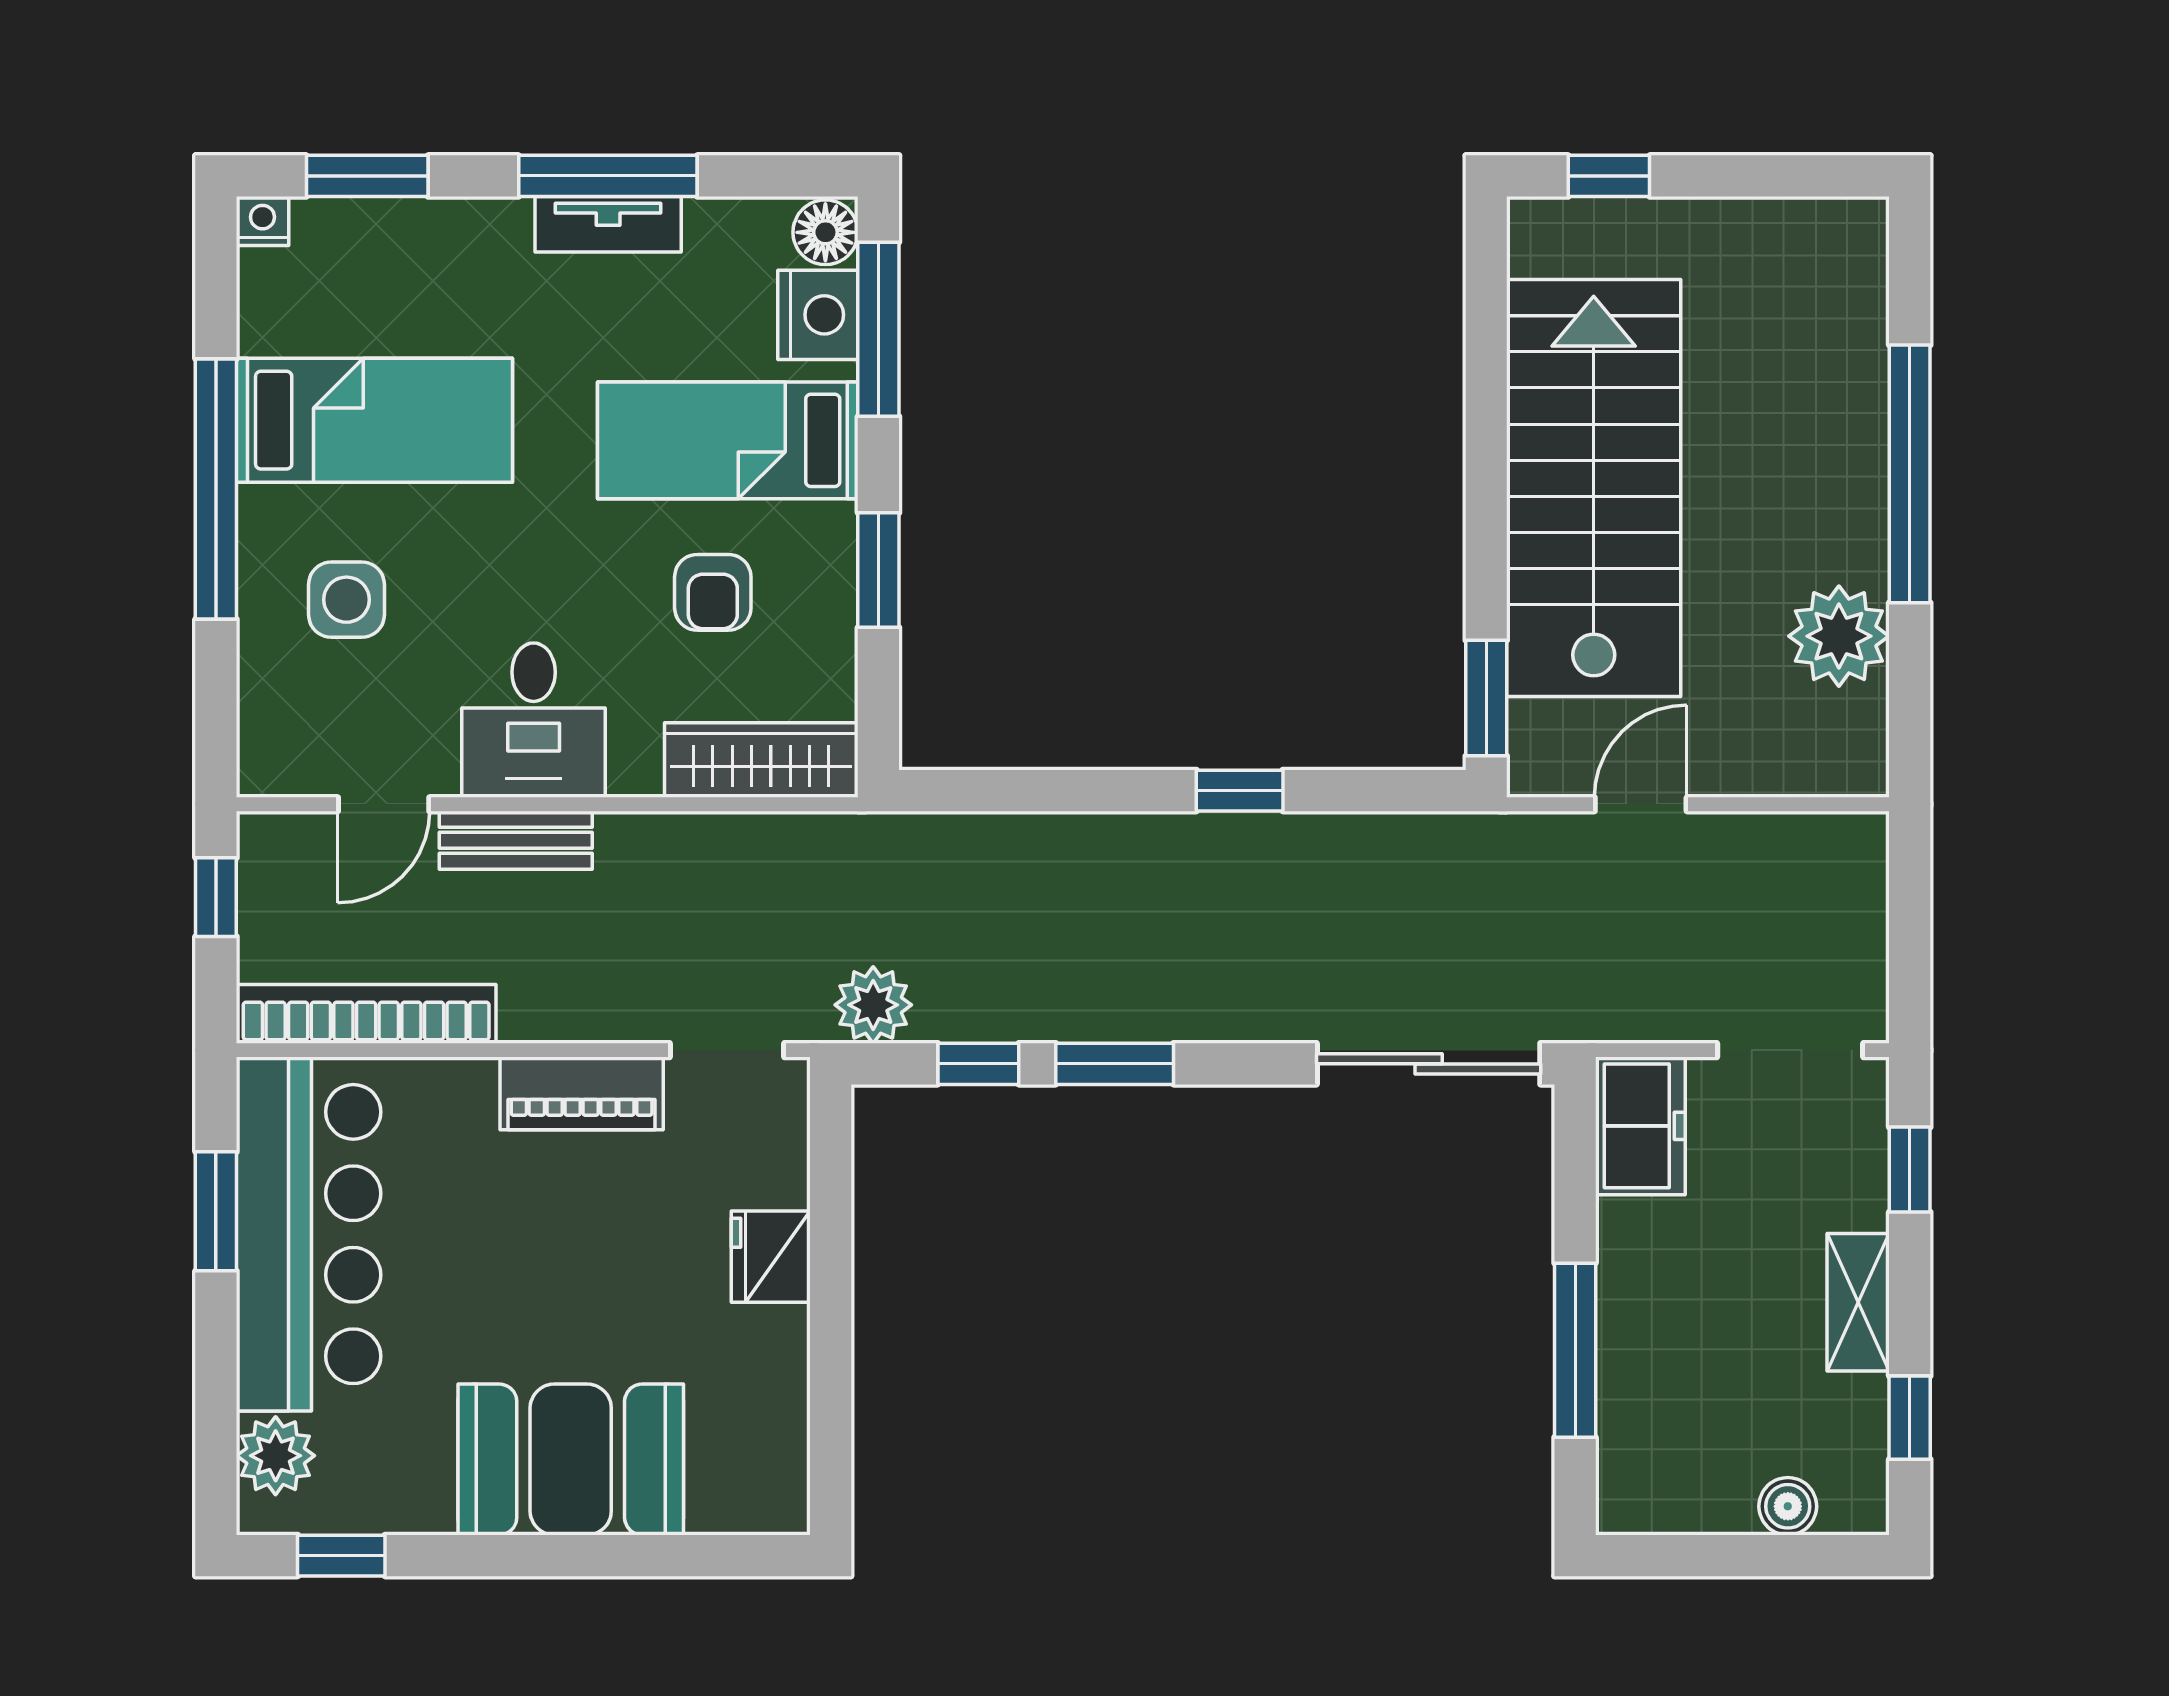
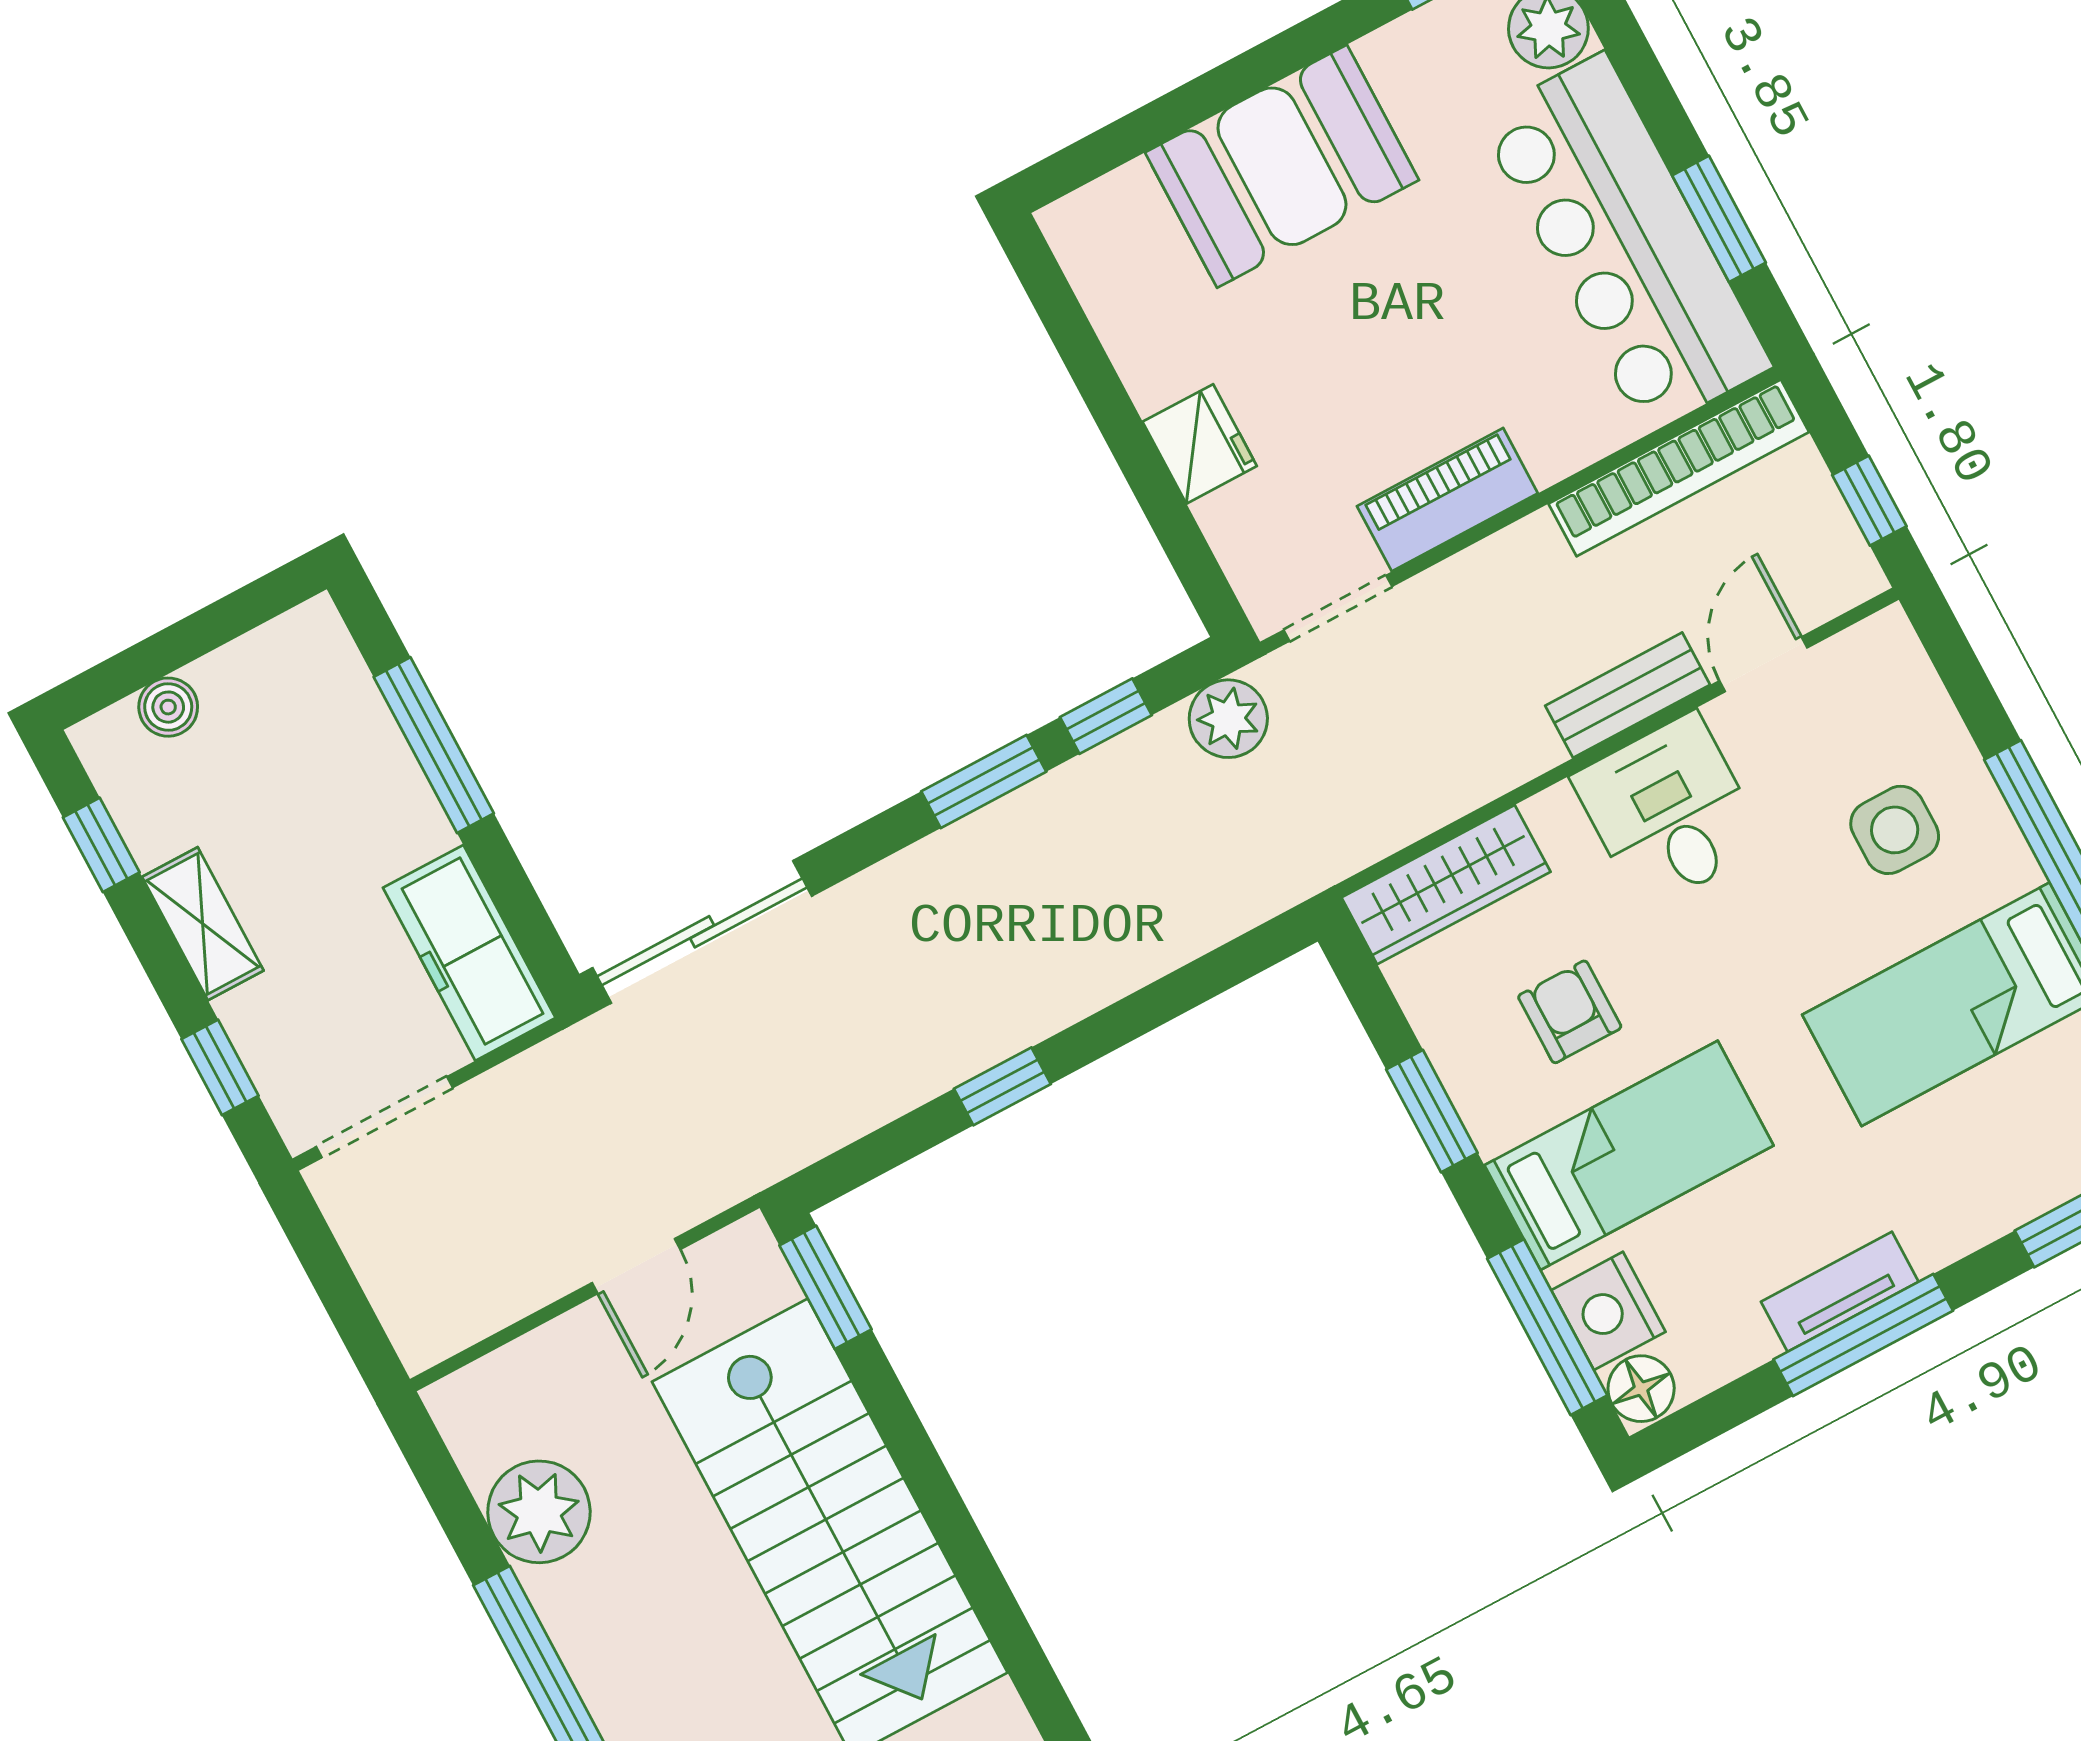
freezer: (1640, 1126) -> (469, 953), width x1.40

